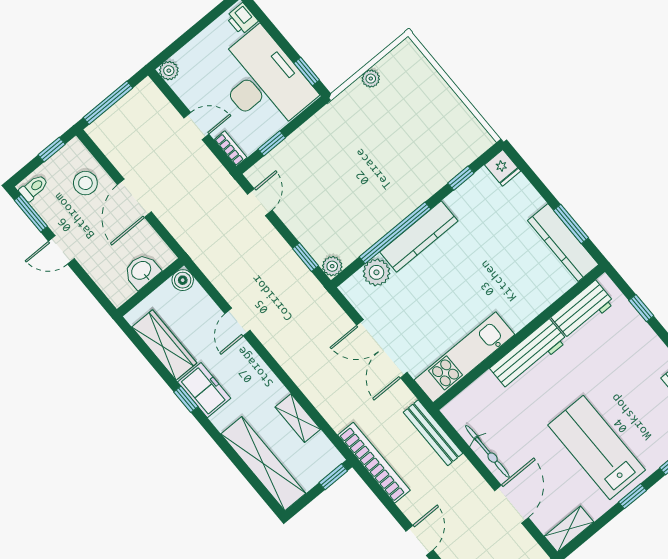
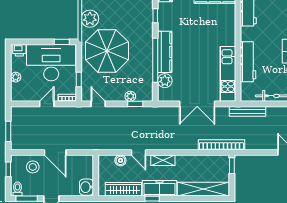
plant: (169, 71) -> (16, 77), moved
plant: (371, 79) -> (90, 19), width x1.88, depth x1.88
window: (108, 103) -> (8, 131), width x0.69
parasol: (349, 150) -> (107, 51), added
plant: (332, 266) -> (130, 96), moved
washbasin: (142, 271) -> (86, 187), moved
boiler: (183, 280) -> (120, 160), moved
workbench: (529, 354) -> (248, 62), moved
freezer: (204, 390) -> (159, 188), width x1.40
shelving: (298, 418) -> (163, 160), moved
bookcase: (374, 463) -> (221, 145), moved

